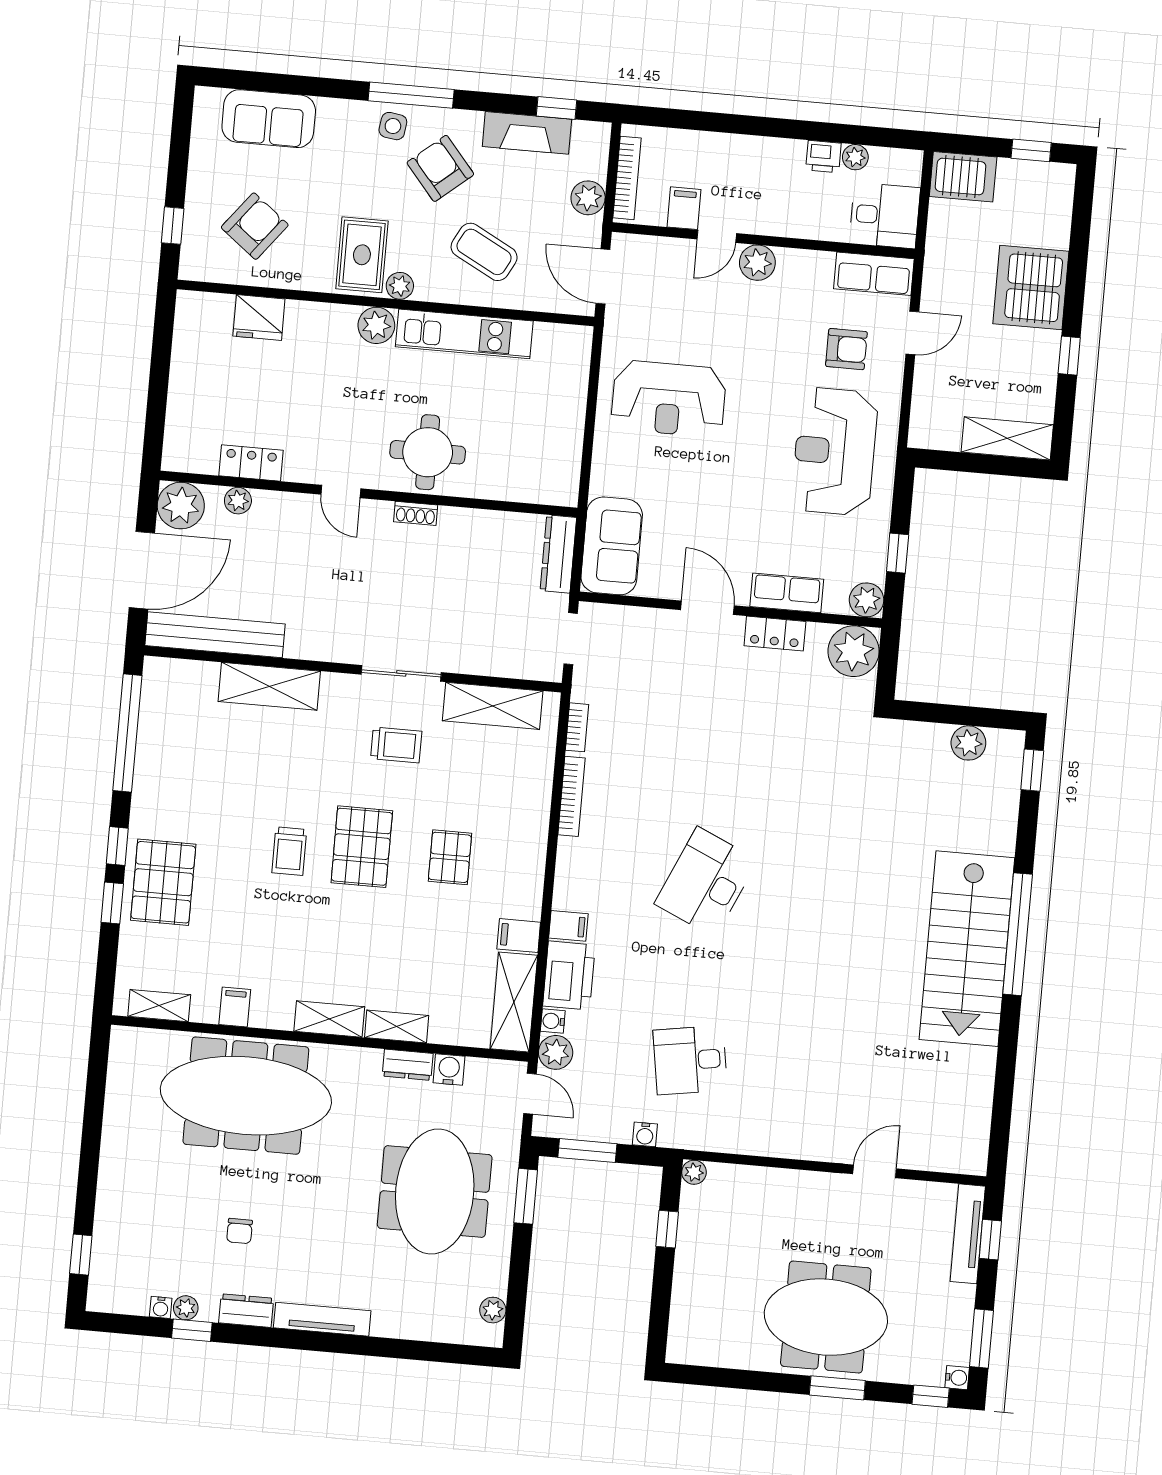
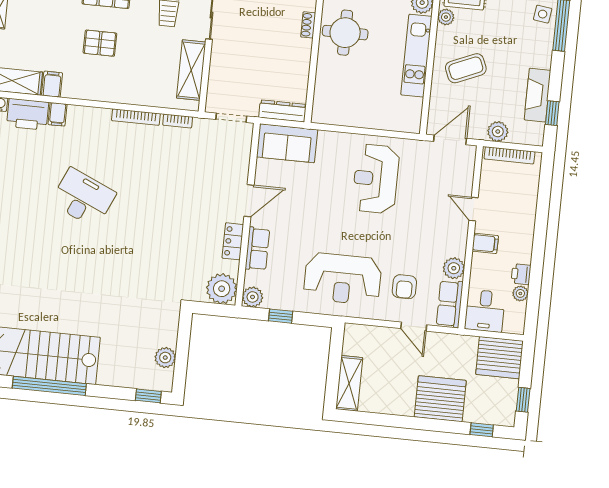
armchair: (440, 168) -> (517, 42), removed
server rack: (963, 177) -> (500, 358), width x1.60
filing cabinet: (684, 208) -> (485, 243), moved
coffee table: (484, 252) -> (466, 68), turned 39
plant: (757, 263) -> (454, 268), moved
window: (1069, 356) -> (482, 430), moved
reception desk: (835, 451) -> (343, 279), turned 180

